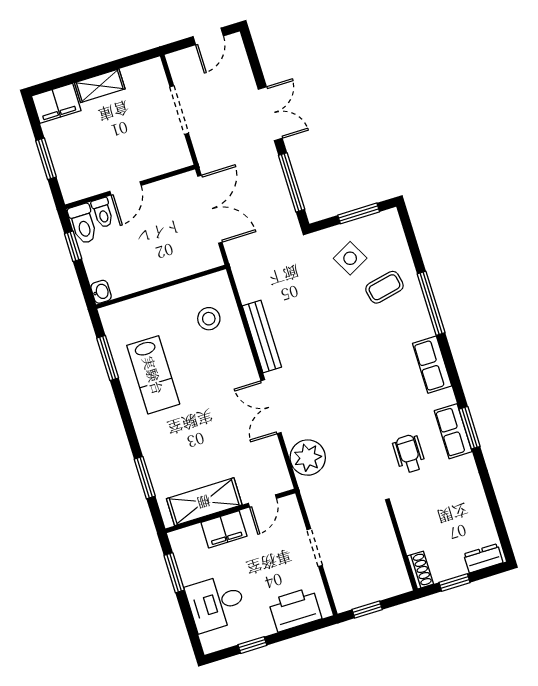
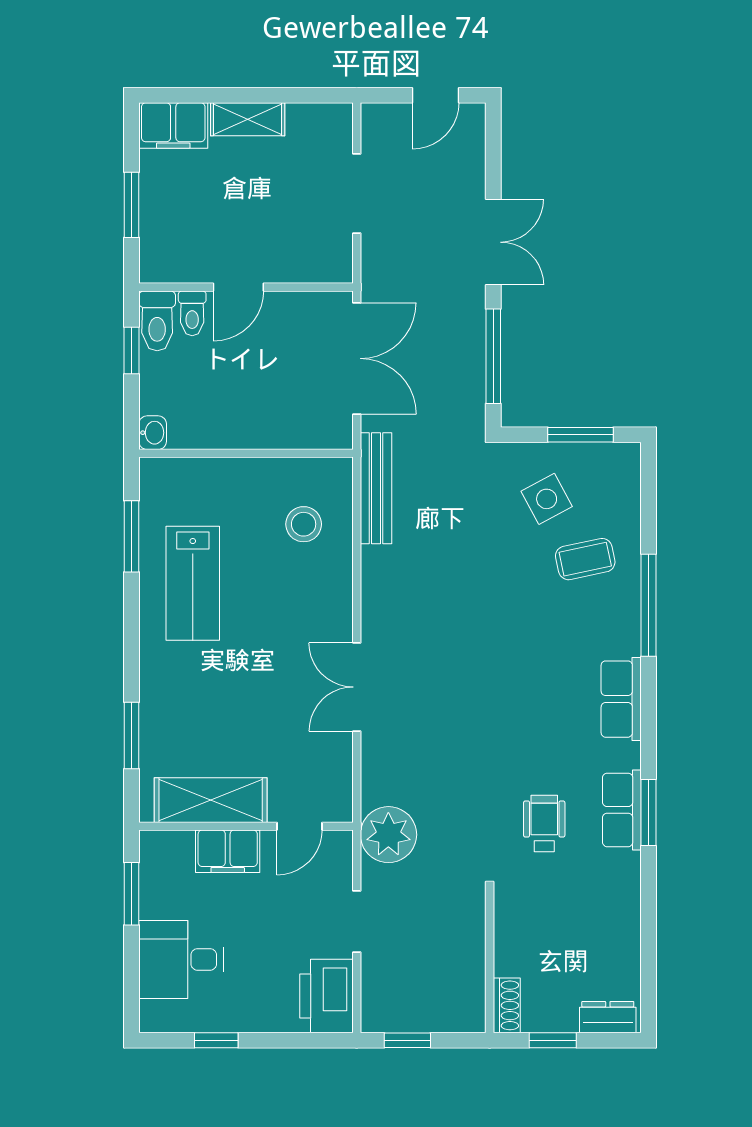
bench: (262, 336) -> (376, 488), moved
plant: (308, 458) -> (388, 835), moved
printer: (295, 609) -> (326, 996), moved, turned -90

